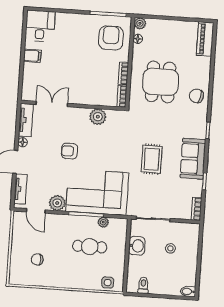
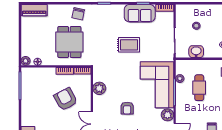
armchair: (111, 38) -> (66, 99), moved, turned 62
dining table: (161, 82) -> (69, 42), turned 90
sofa: (193, 159) -> (140, 13), moved

